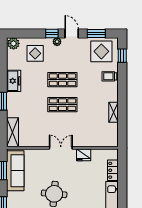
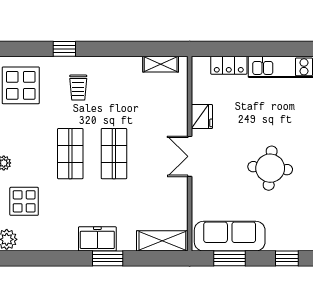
window: (122, 56) -> (64, 49), moved
trolley: (109, 76) -> (78, 88), moved
freezer: (14, 81) -> (97, 239), moved
shelving: (113, 112) -> (161, 64), moved

